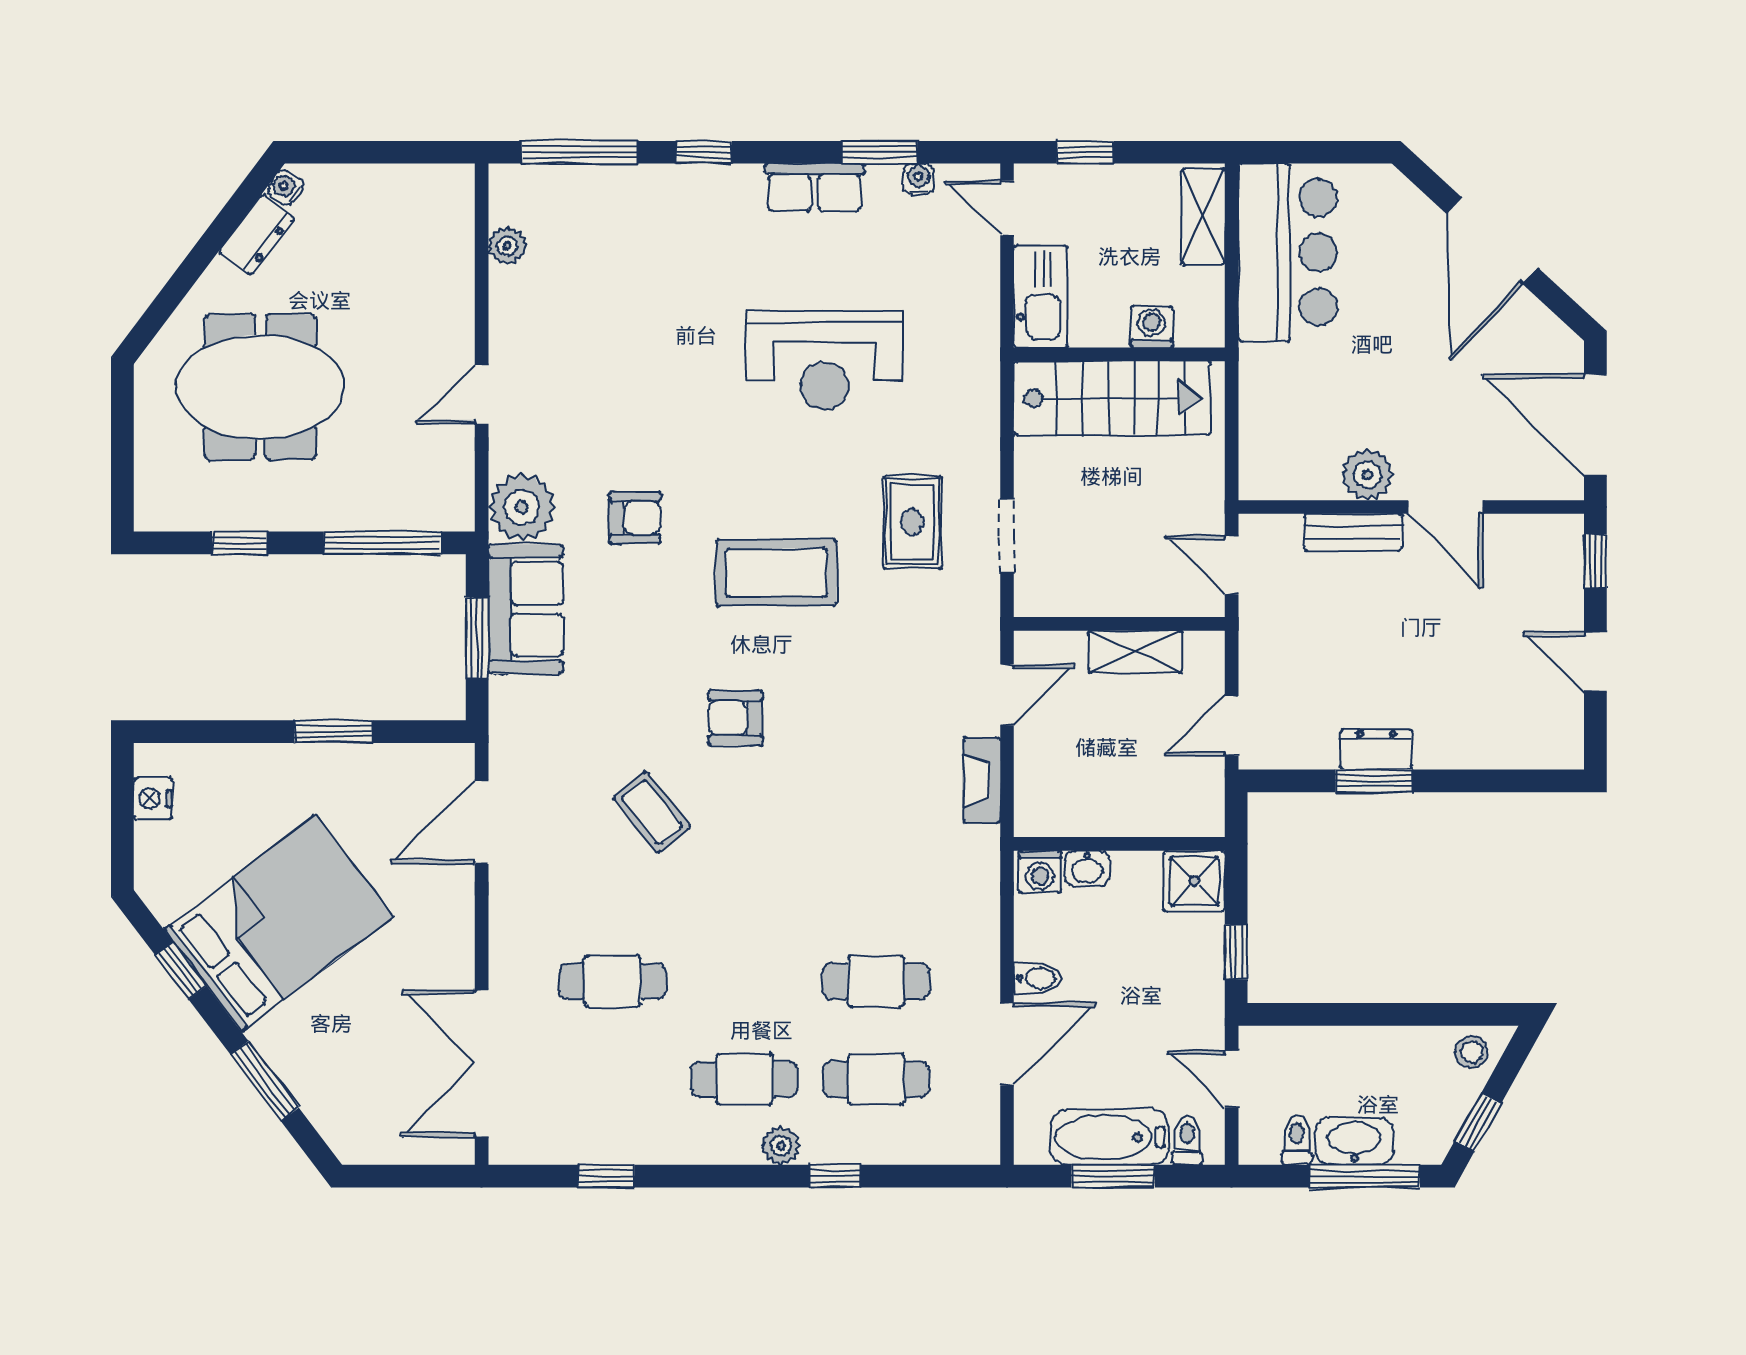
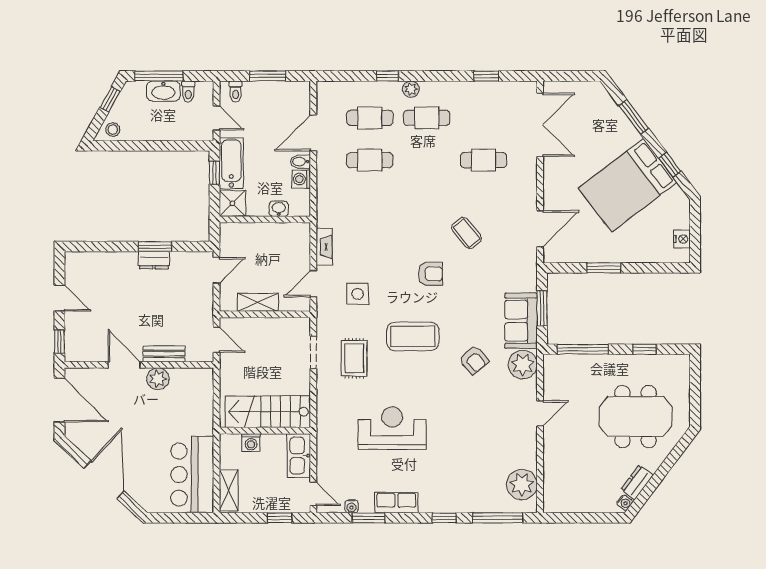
plant: (507, 246) -> (522, 485), width x1.88, depth x1.88
armchair: (635, 518) -> (474, 360), turned -132
side table: (904, 671) -> (358, 294), added
washing machine: (1040, 872) -> (301, 179), moved, turned -90
bathtub: (1109, 1137) -> (231, 163), moved, turned -90

